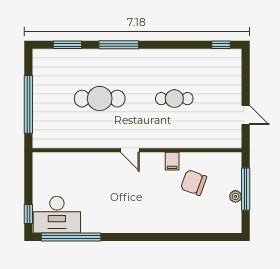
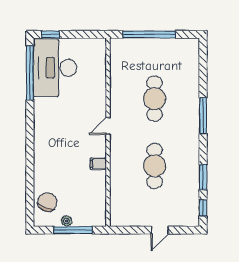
window: (67, 45) -> (203, 177), moved
cafe table: (174, 99) -> (155, 166), width x1.37, depth x1.35
door: (246, 115) -> (160, 230), moved
chair: (194, 183) -> (47, 202), moved
desk: (57, 215) -> (55, 68), width x1.36, depth x1.30

